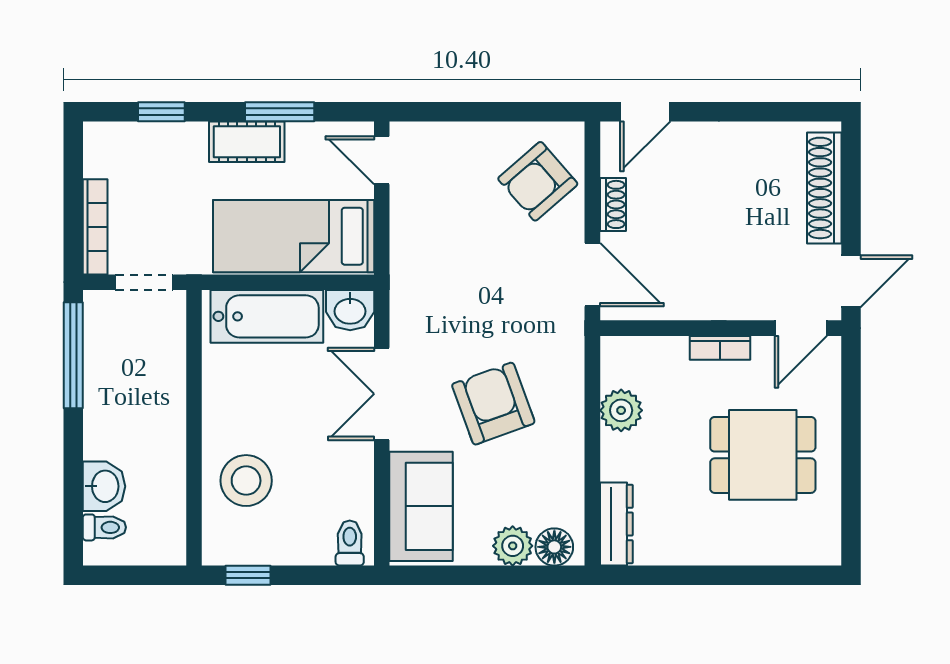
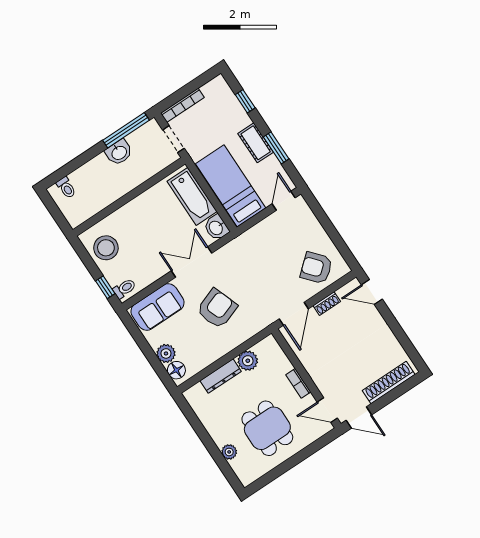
stool: (246, 481) -> (106, 248), moved
washbasin: (104, 486) -> (119, 152), moved
dresser: (616, 524) -> (221, 376), moved
plant: (760, 550) -> (229, 452), added
window: (248, 575) -> (105, 287), moved

